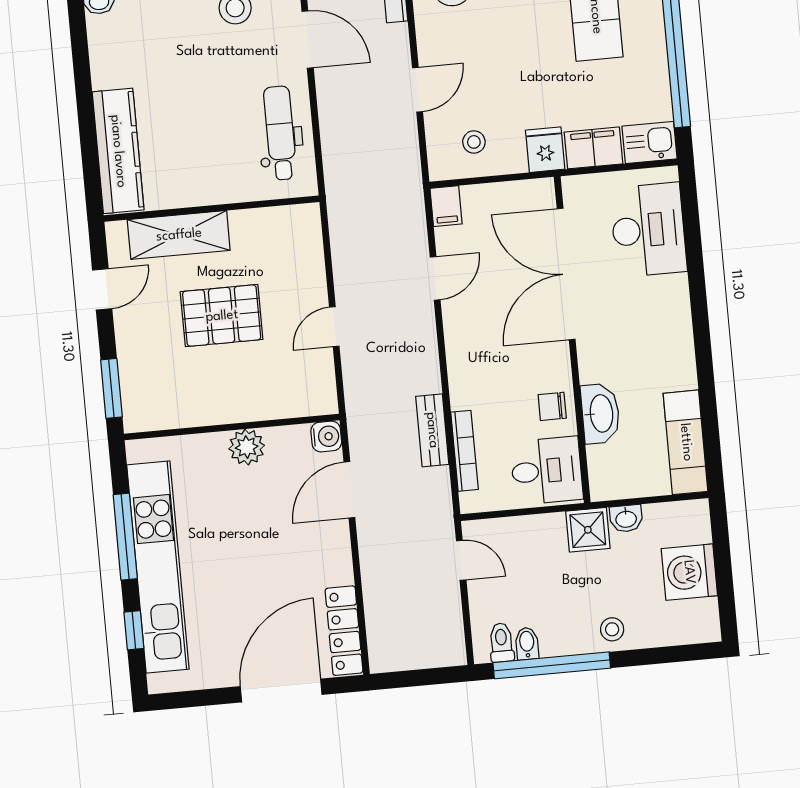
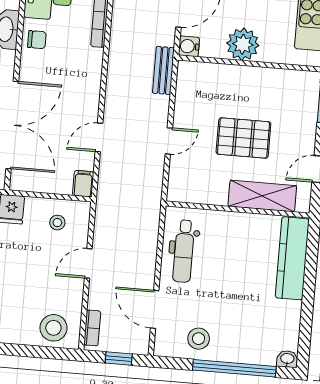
door: (334, 327) -> (169, 141), moved
bench: (432, 430) -> (163, 70), moved
plant: (247, 447) -> (243, 44), width x1.36, depth x1.36

